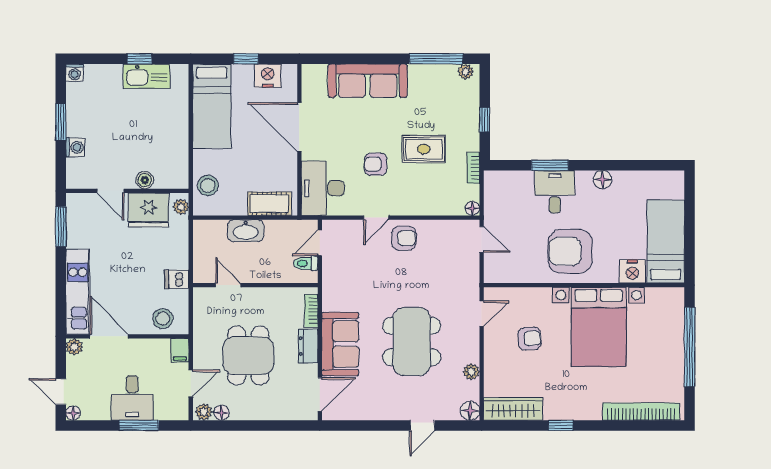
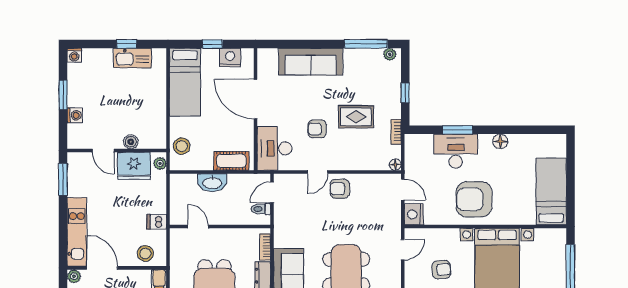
desk: (555, 192) -> (456, 151), width x1.37
armchair: (404, 238) -> (340, 189), turned 180
nightstand: (632, 271) -> (414, 214), moved, turned 90

